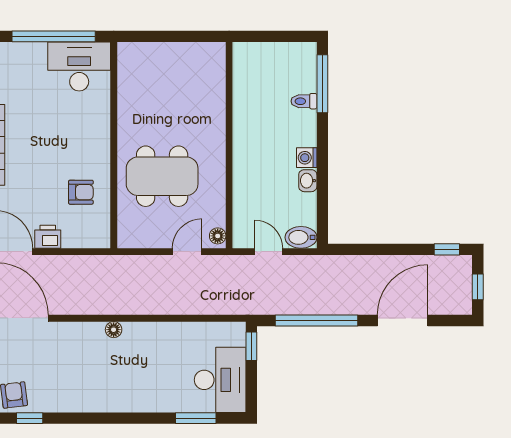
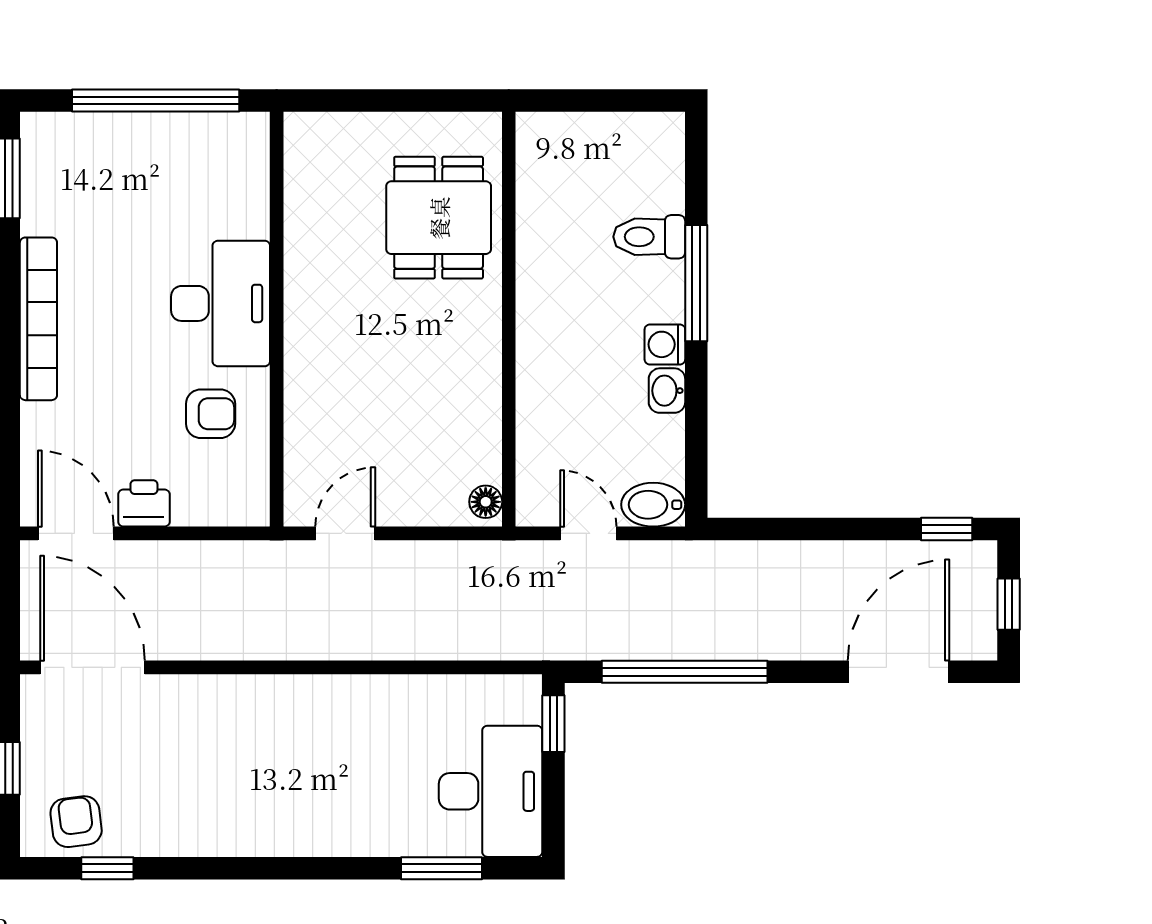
desk: (79, 66) -> (221, 303), moved, turned 90
window: (322, 84) -> (696, 283), moved
toilet: (304, 101) -> (649, 237), width x1.37, depth x1.39
dining table: (162, 176) -> (439, 218), moved, width x0.73
door: (187, 252) -> (345, 533), moved
door: (403, 320) -> (898, 672), moved
floor lamp: (114, 330) -> (276, 690), removed

